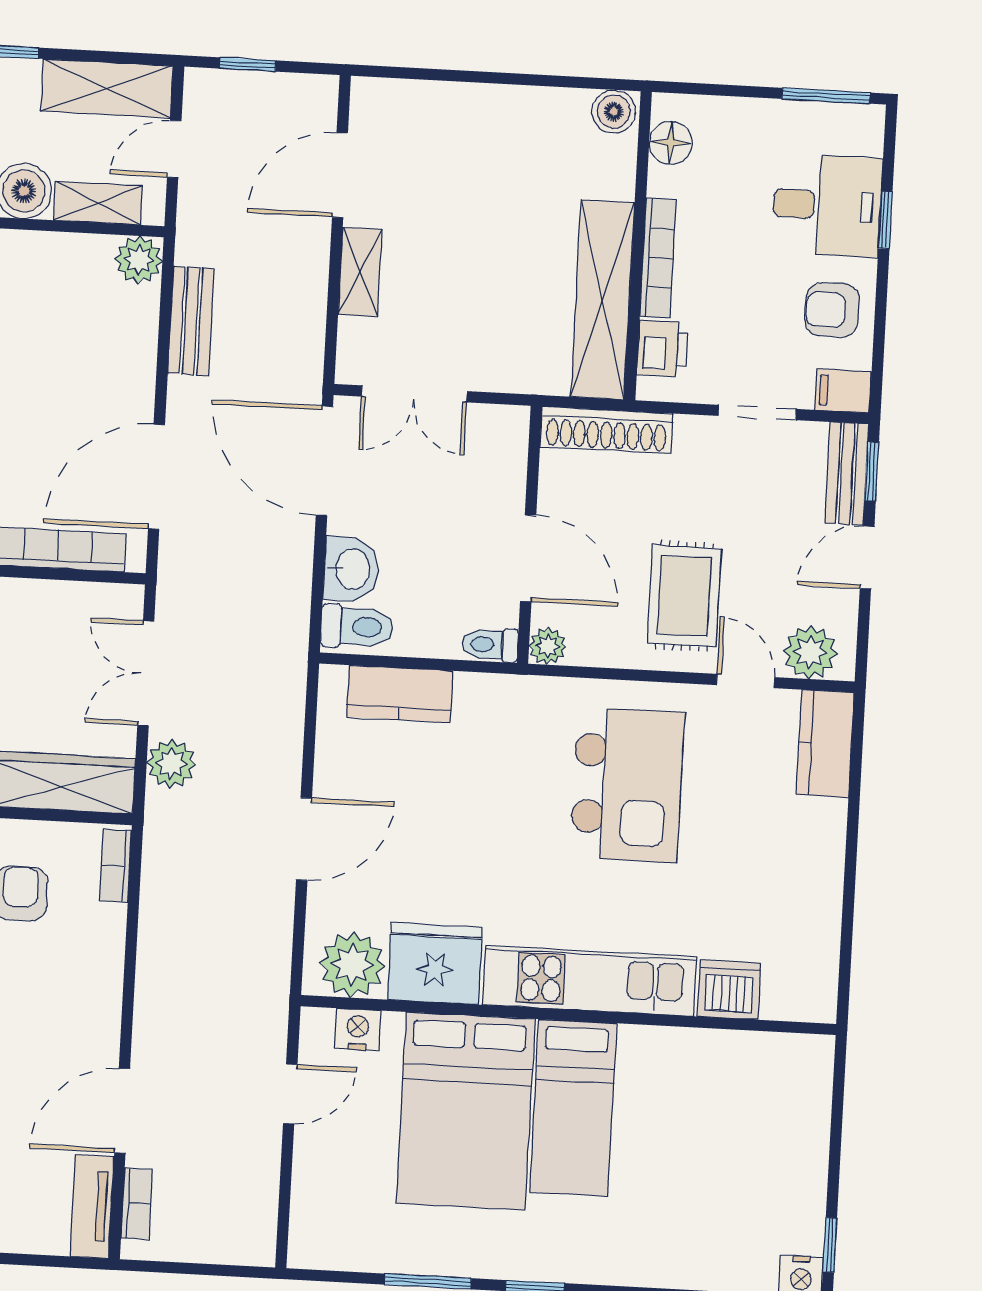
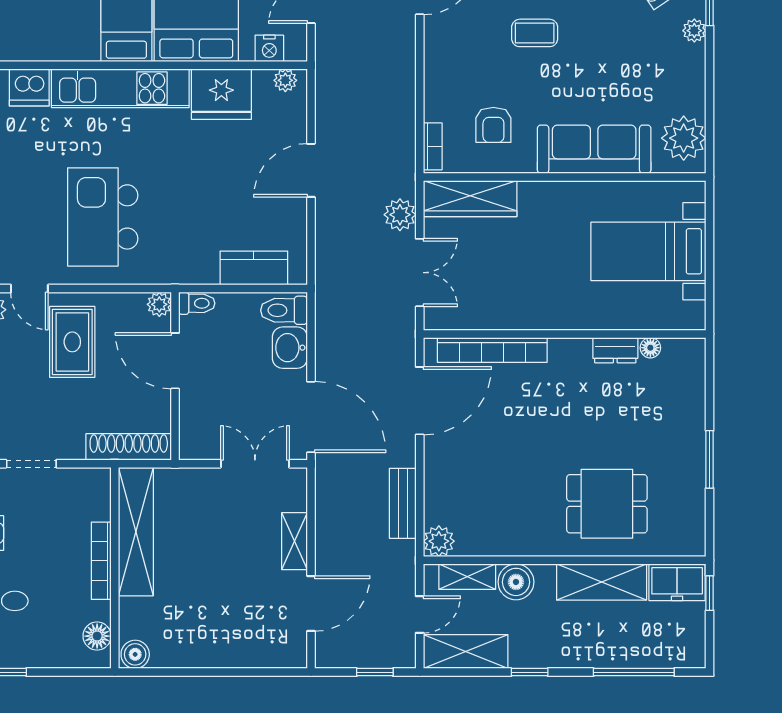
printer: (663, 348) -> (95, 502), removed
plant: (352, 965) -> (285, 80), width x0.53, depth x0.53

